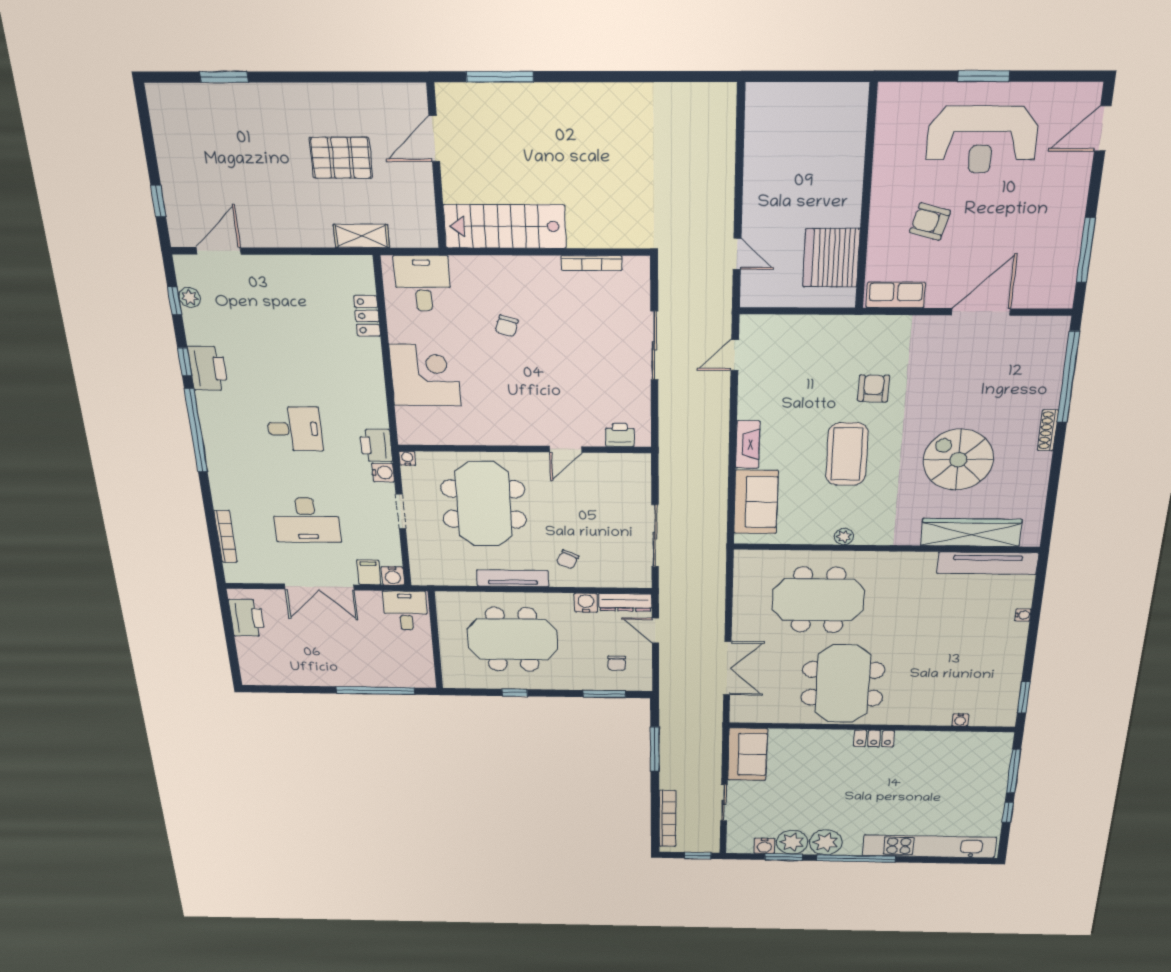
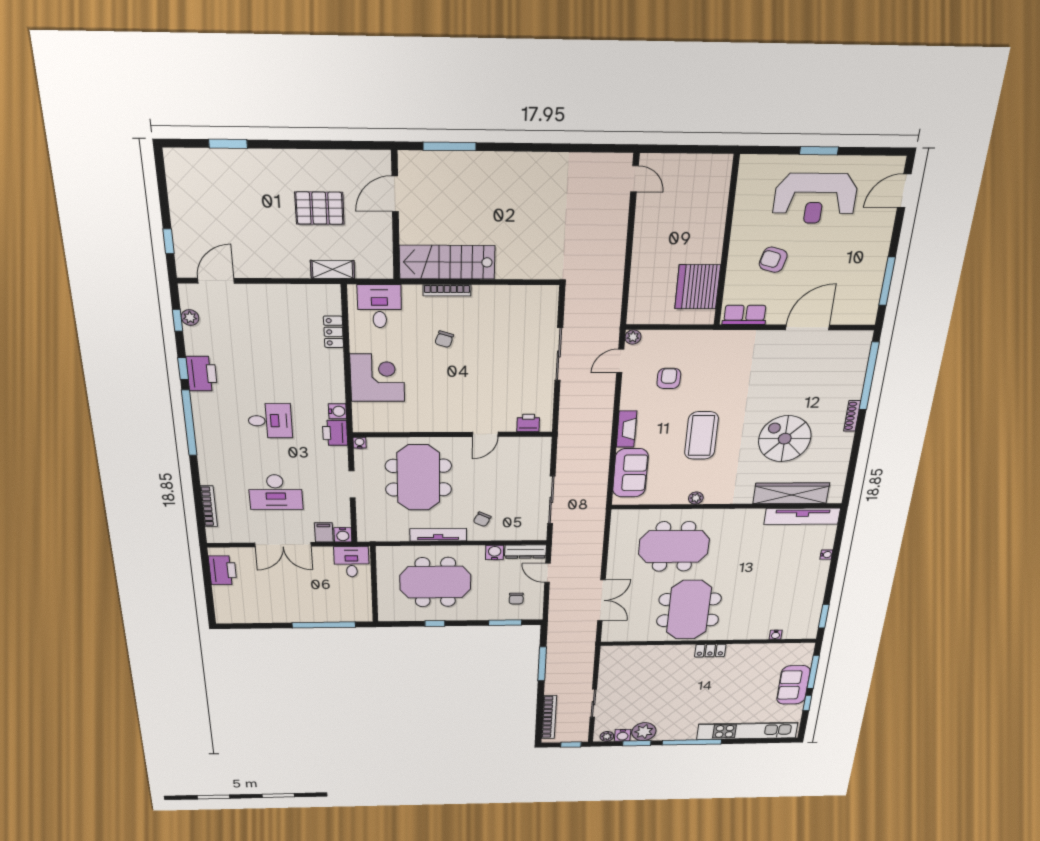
door: (737, 254) -> (635, 179), moved
bookcase: (592, 263) -> (447, 290), moved
plant: (750, 324) -> (633, 337), added
armchair: (874, 388) -> (669, 378), moved
water cooler: (383, 473) -> (337, 411), moved
sofa: (747, 754) -> (793, 685), moved, turned 180
plant: (826, 842) -> (607, 736), moved, width x0.53, depth x0.53

